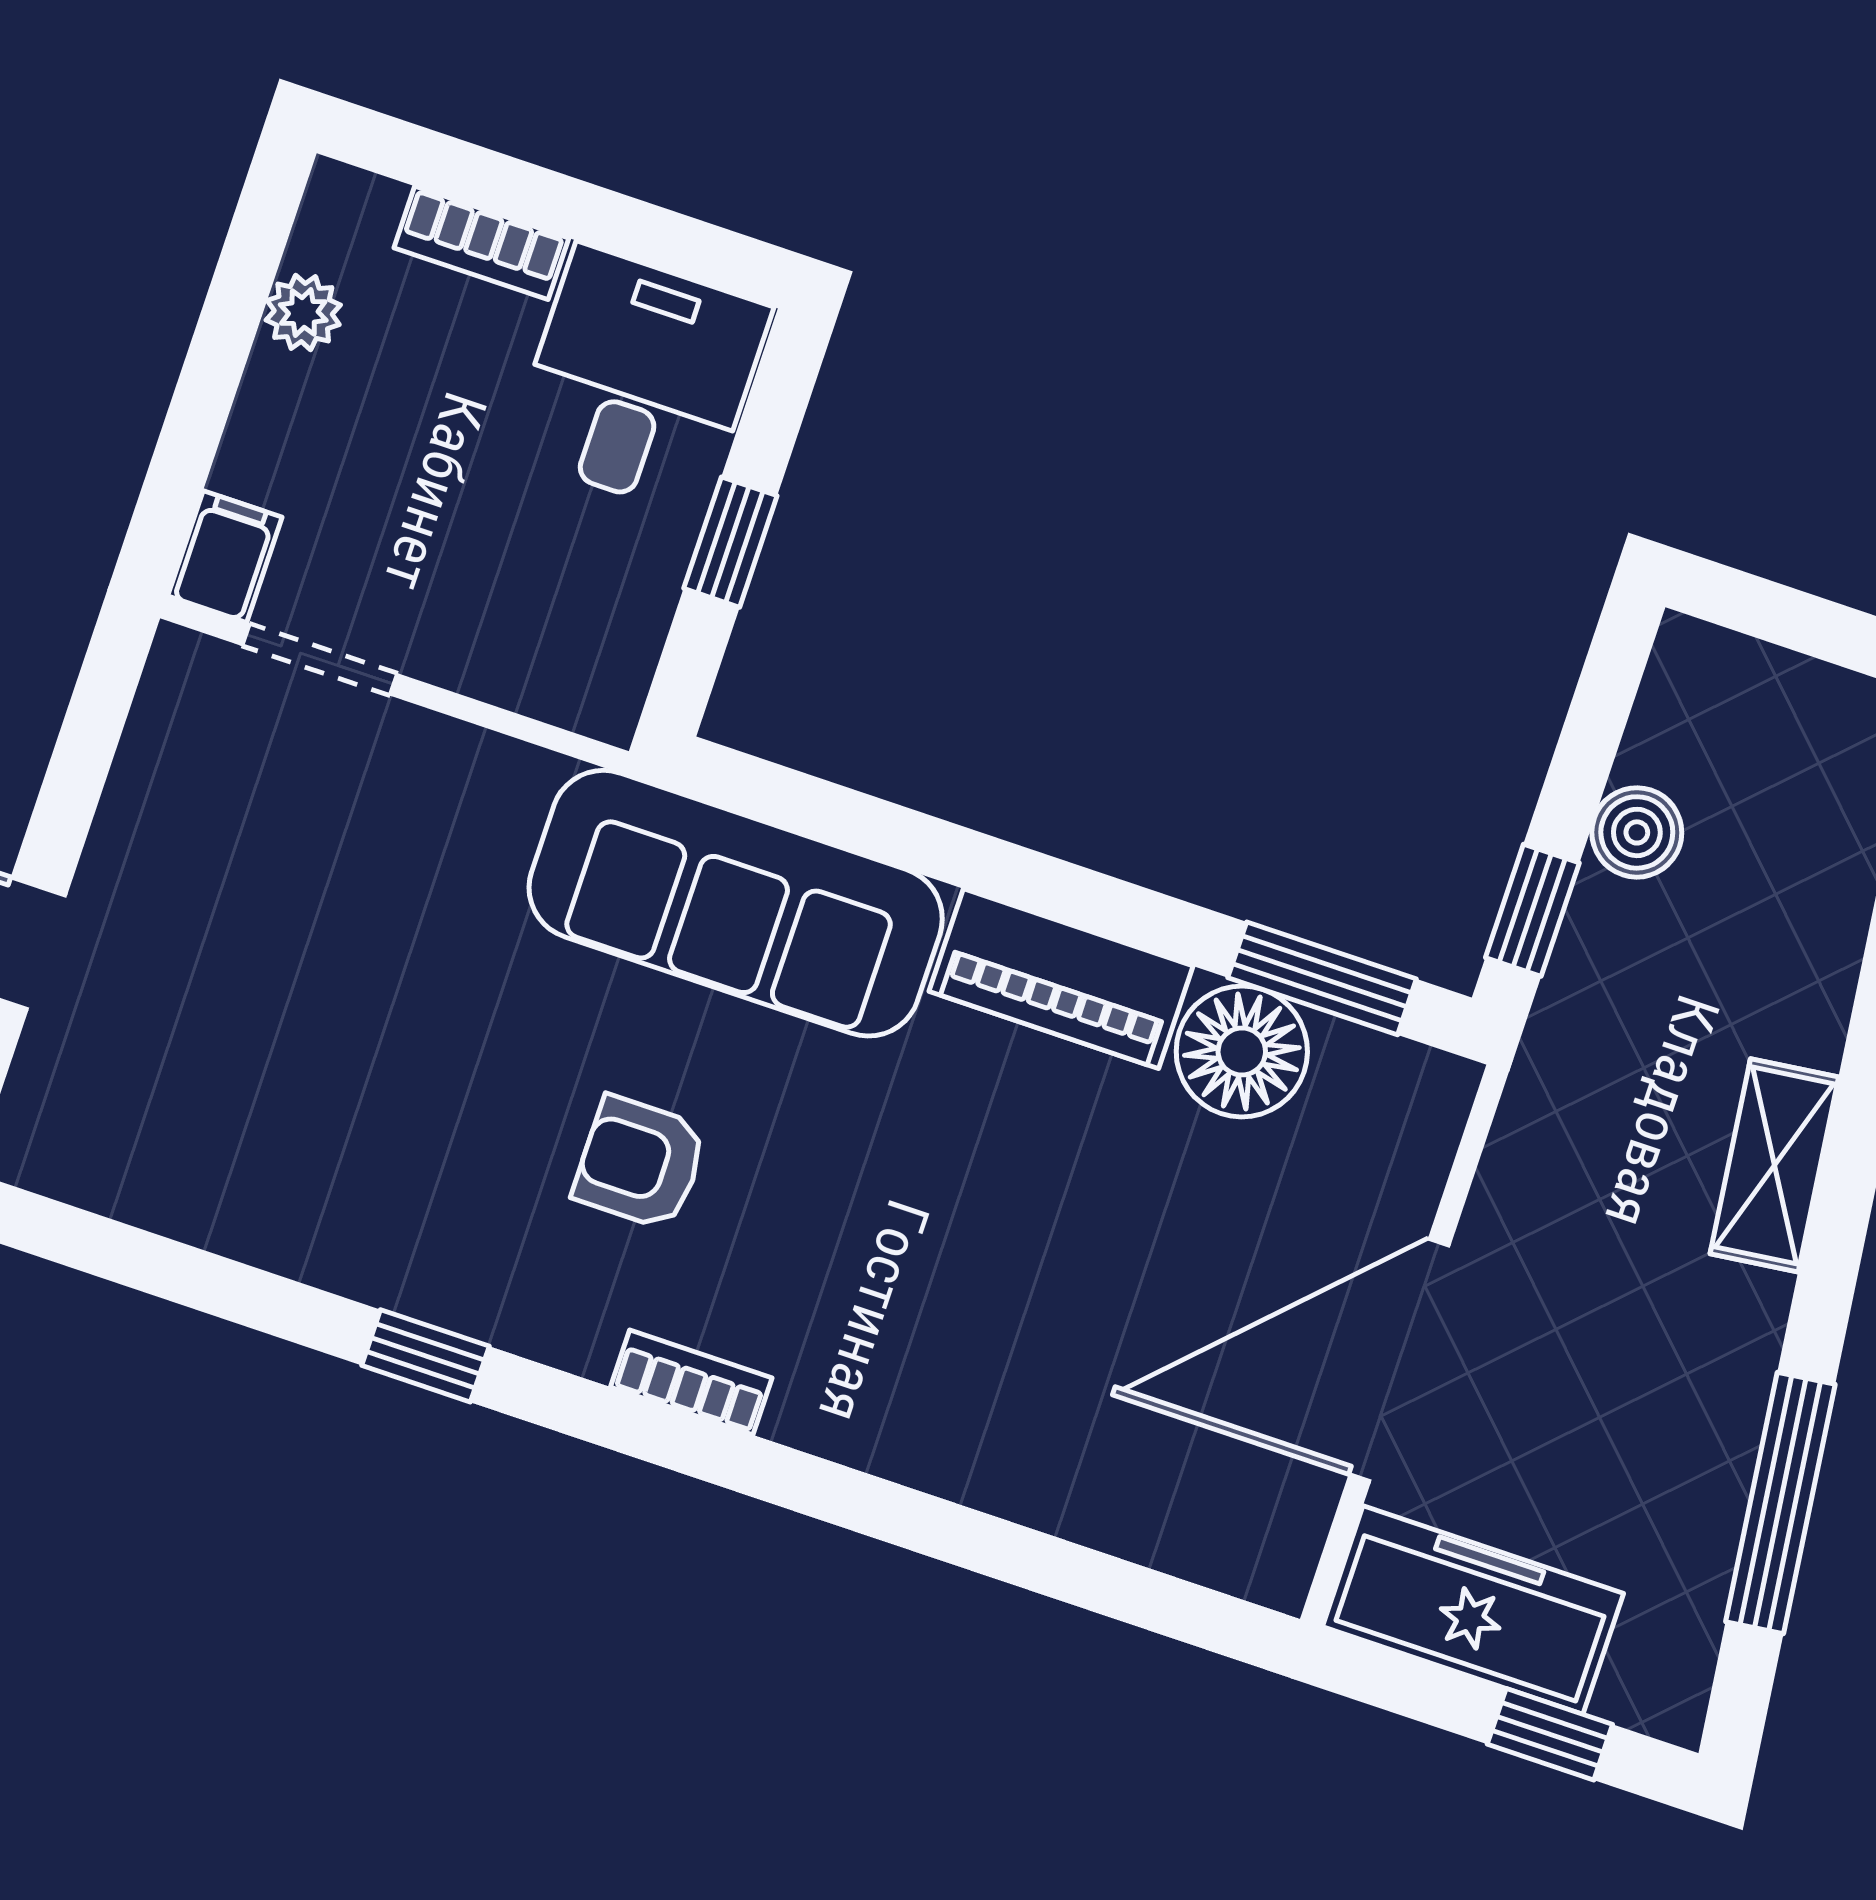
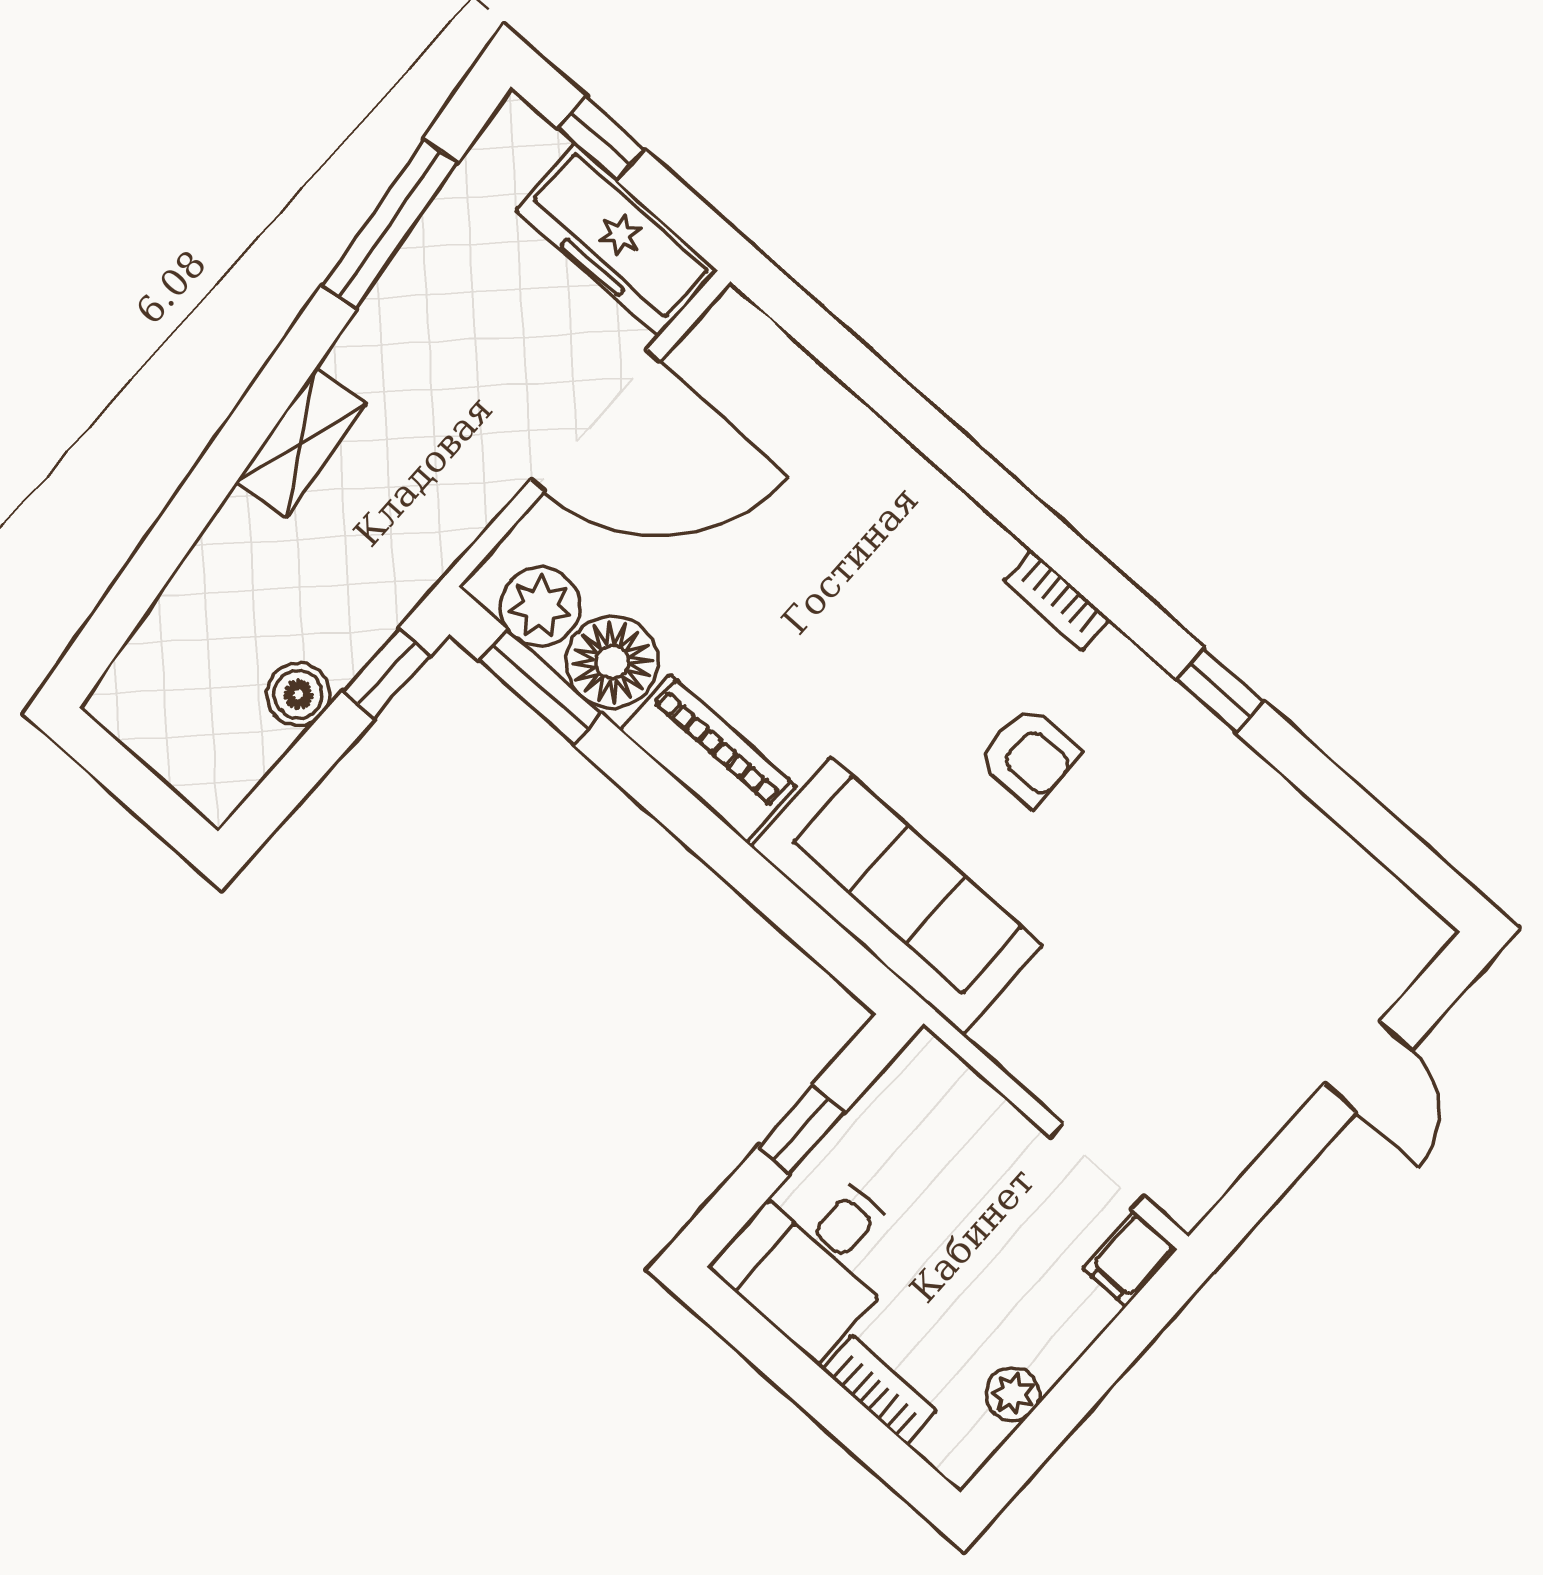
plant: (1368, 1084) -> (540, 607), added

